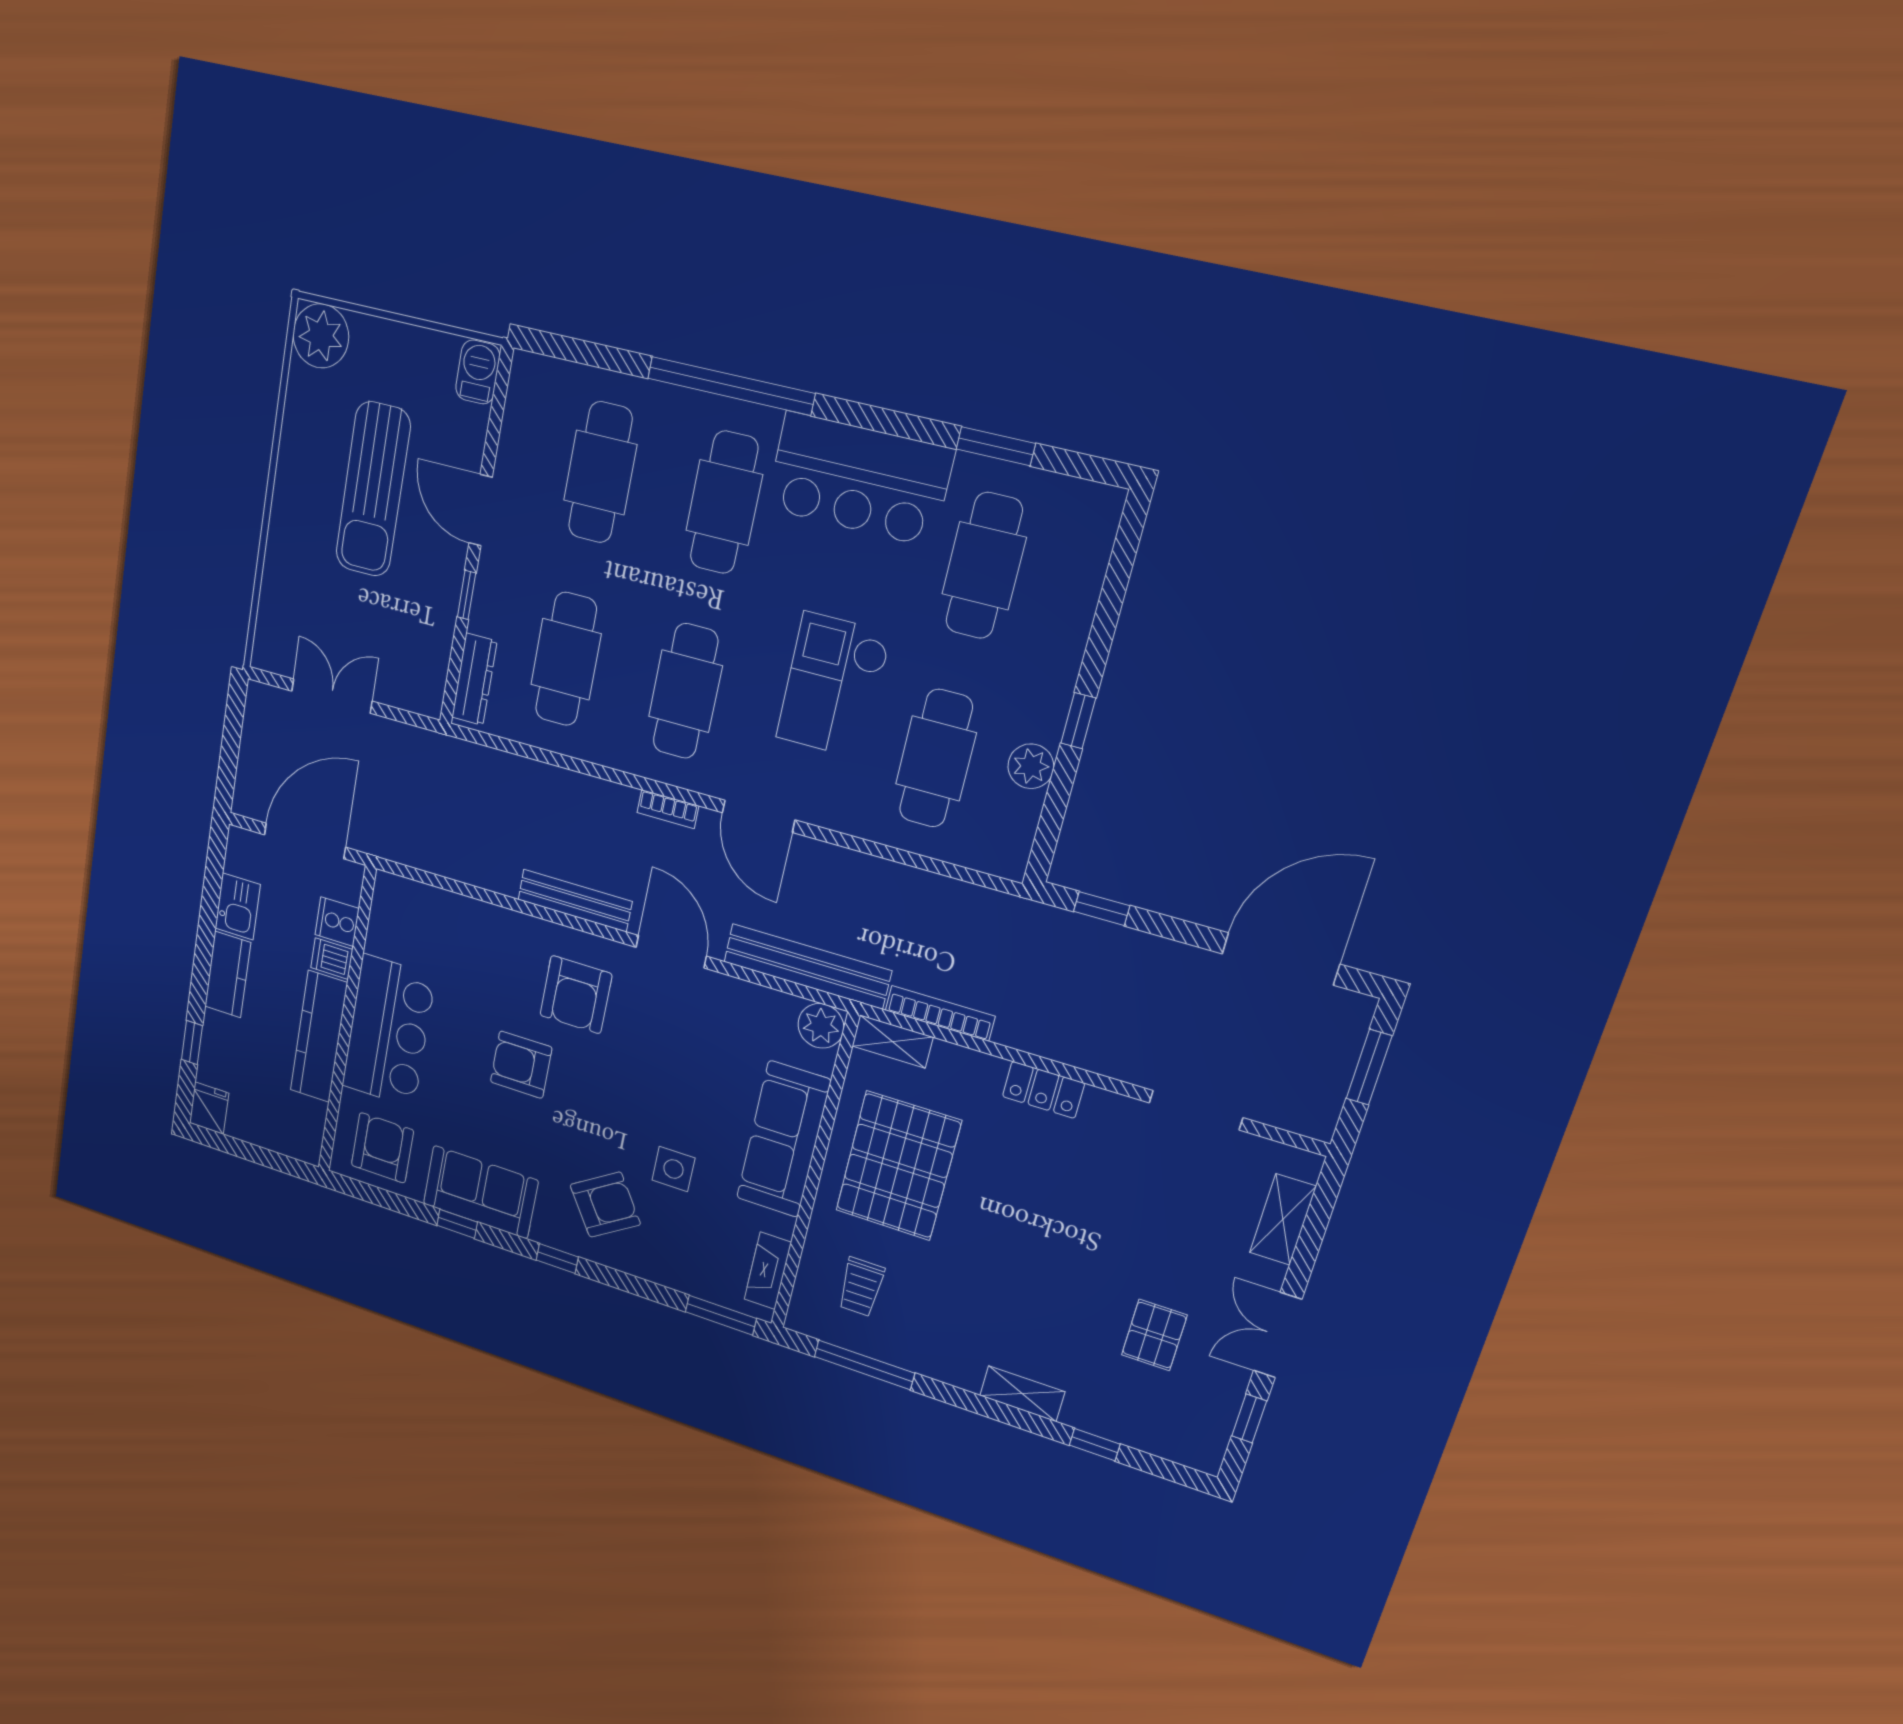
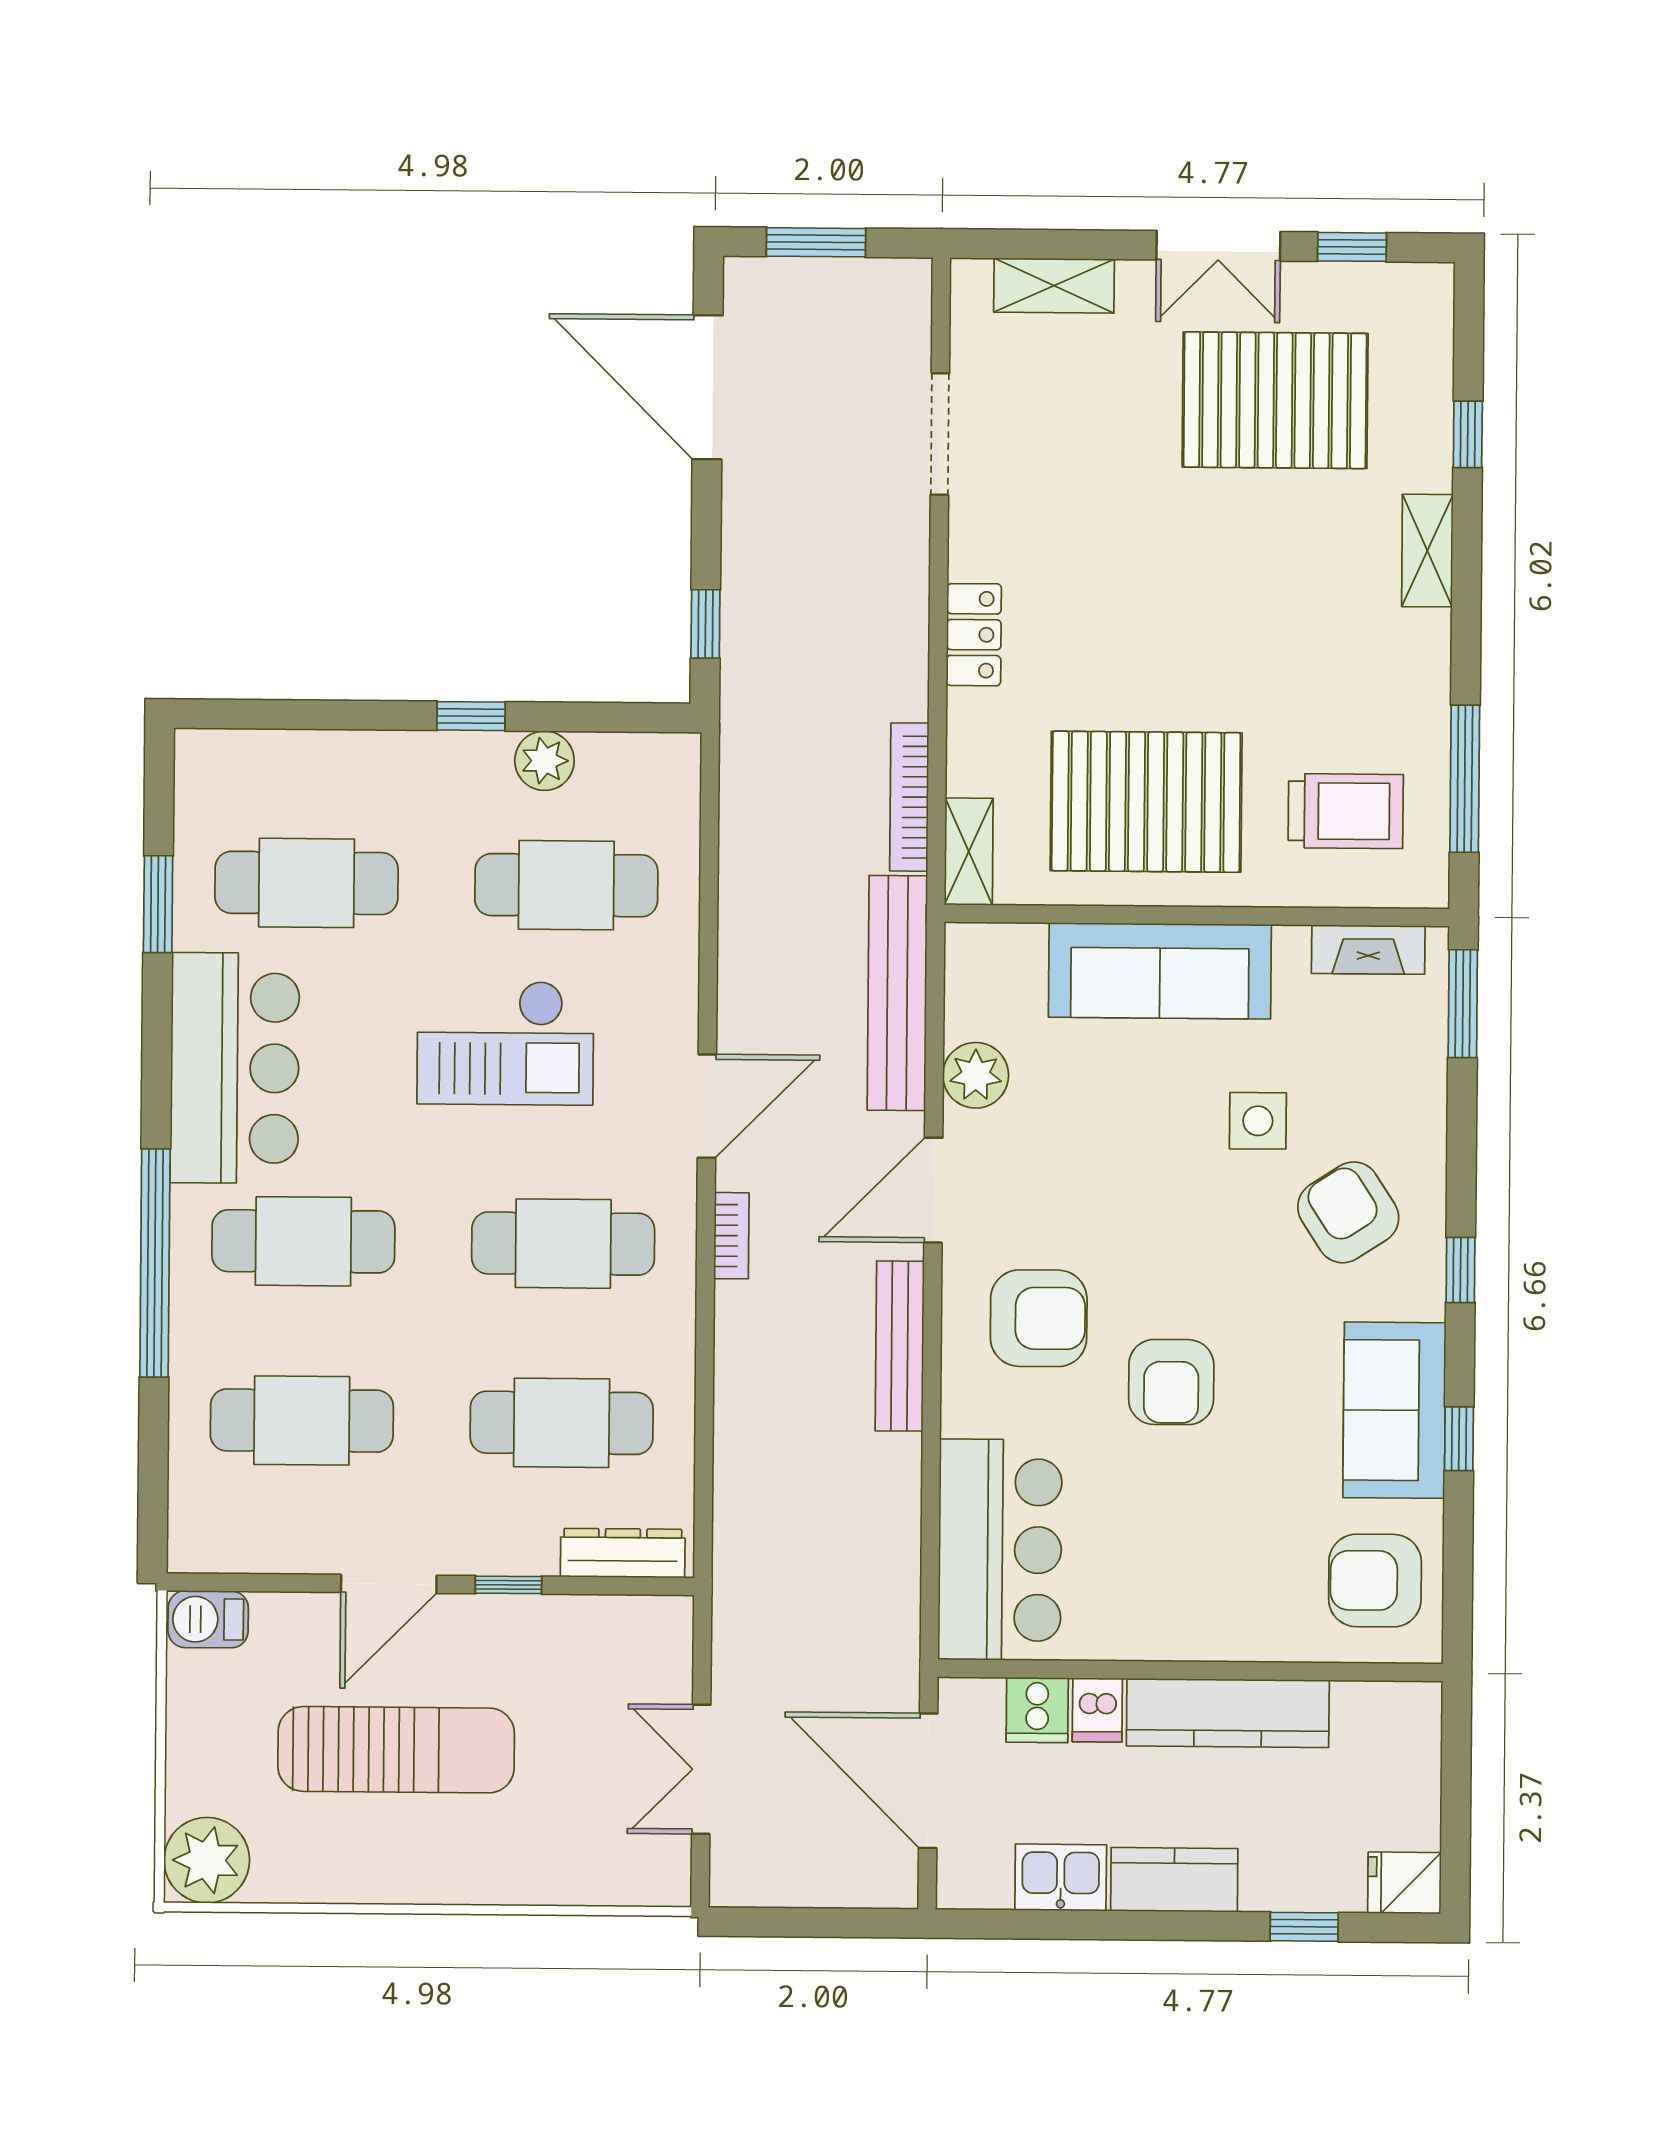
plant: (821, 1026) -> (976, 1075), moved
bar counter: (388, 1031) -> (1000, 1550), moved, turned 90
trolley: (861, 1287) -> (1346, 811), width x1.36, depth x1.39
pallet: (1154, 1335) -> (1275, 400), width x2.05, depth x2.00

